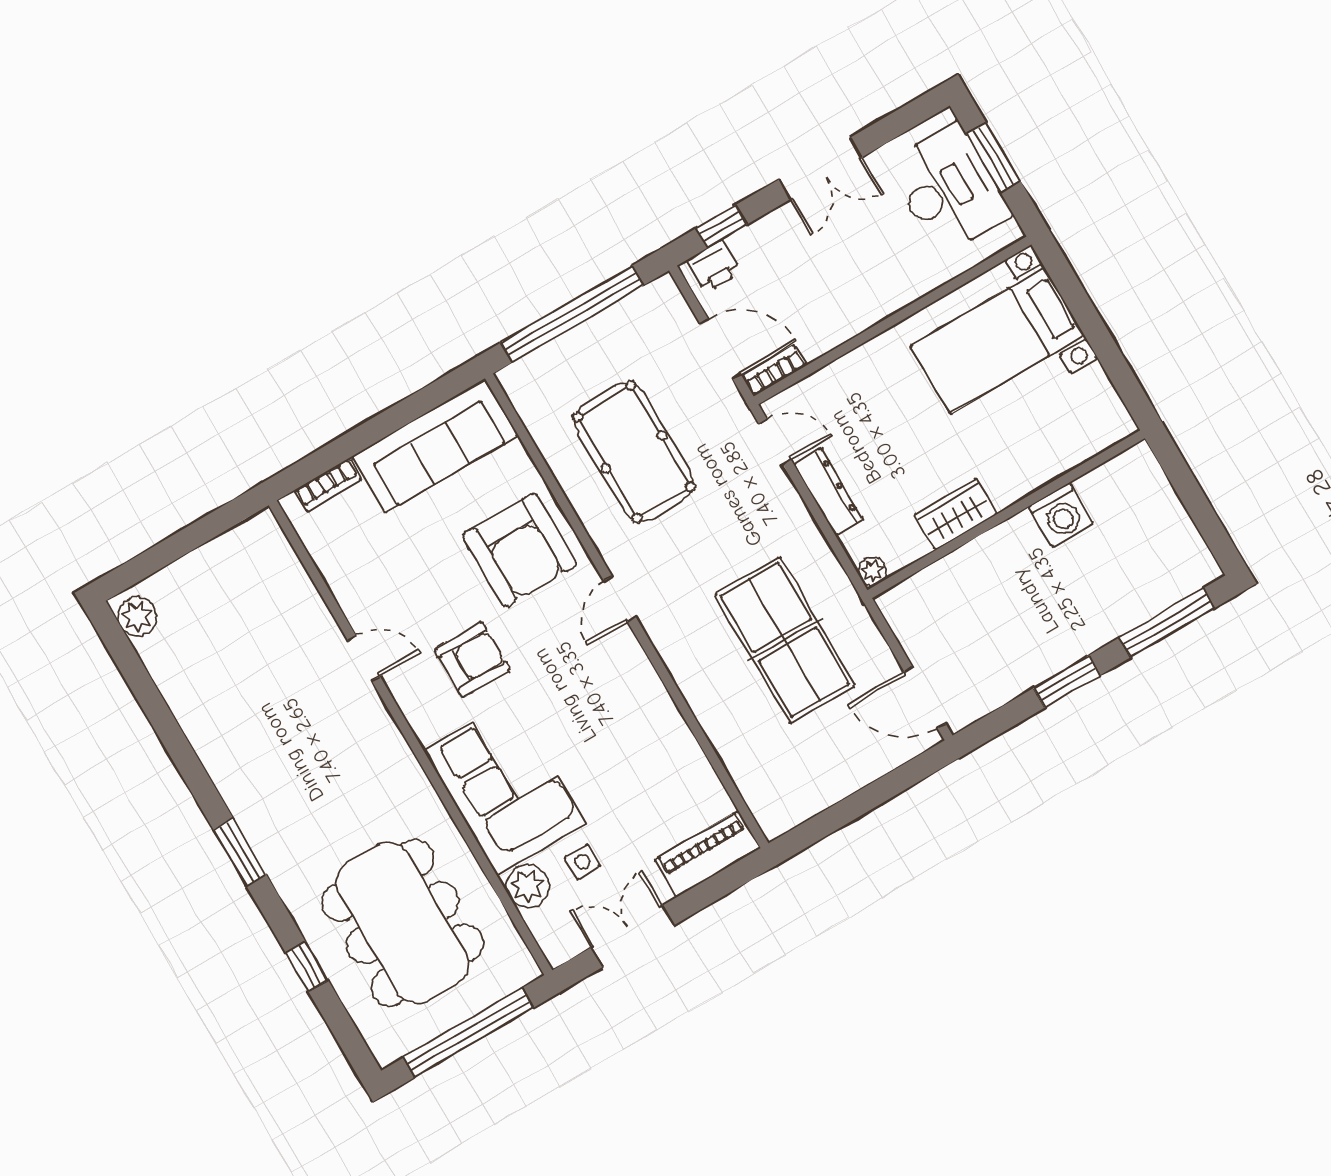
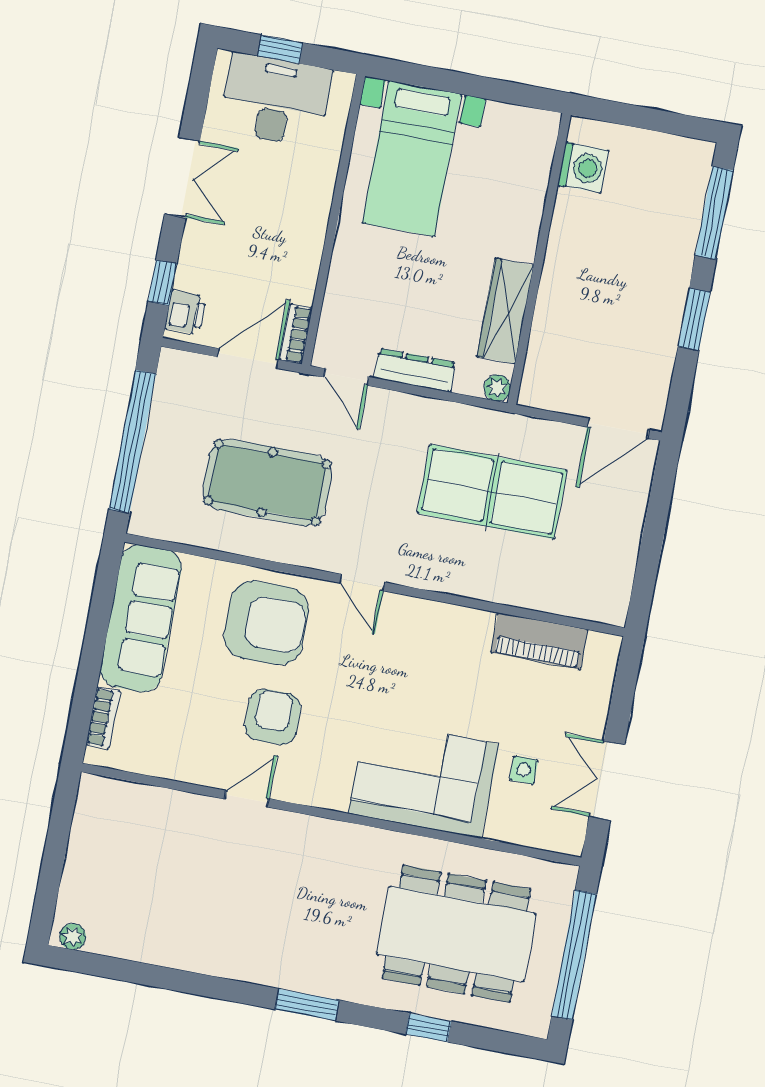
window: (993, 157) -> (280, 49), width x0.67
door: (775, 442) -> (346, 377), swing flipped
wardrobe: (956, 514) -> (505, 311), width x1.50
washing machine: (1061, 515) -> (583, 168), moved
plant: (137, 617) -> (73, 937), width x0.73, depth x0.73
armchair: (472, 659) -> (273, 717), moved
piano: (707, 854) -> (539, 641), moved, turned -90
plant: (527, 886) -> (507, 823), removed

